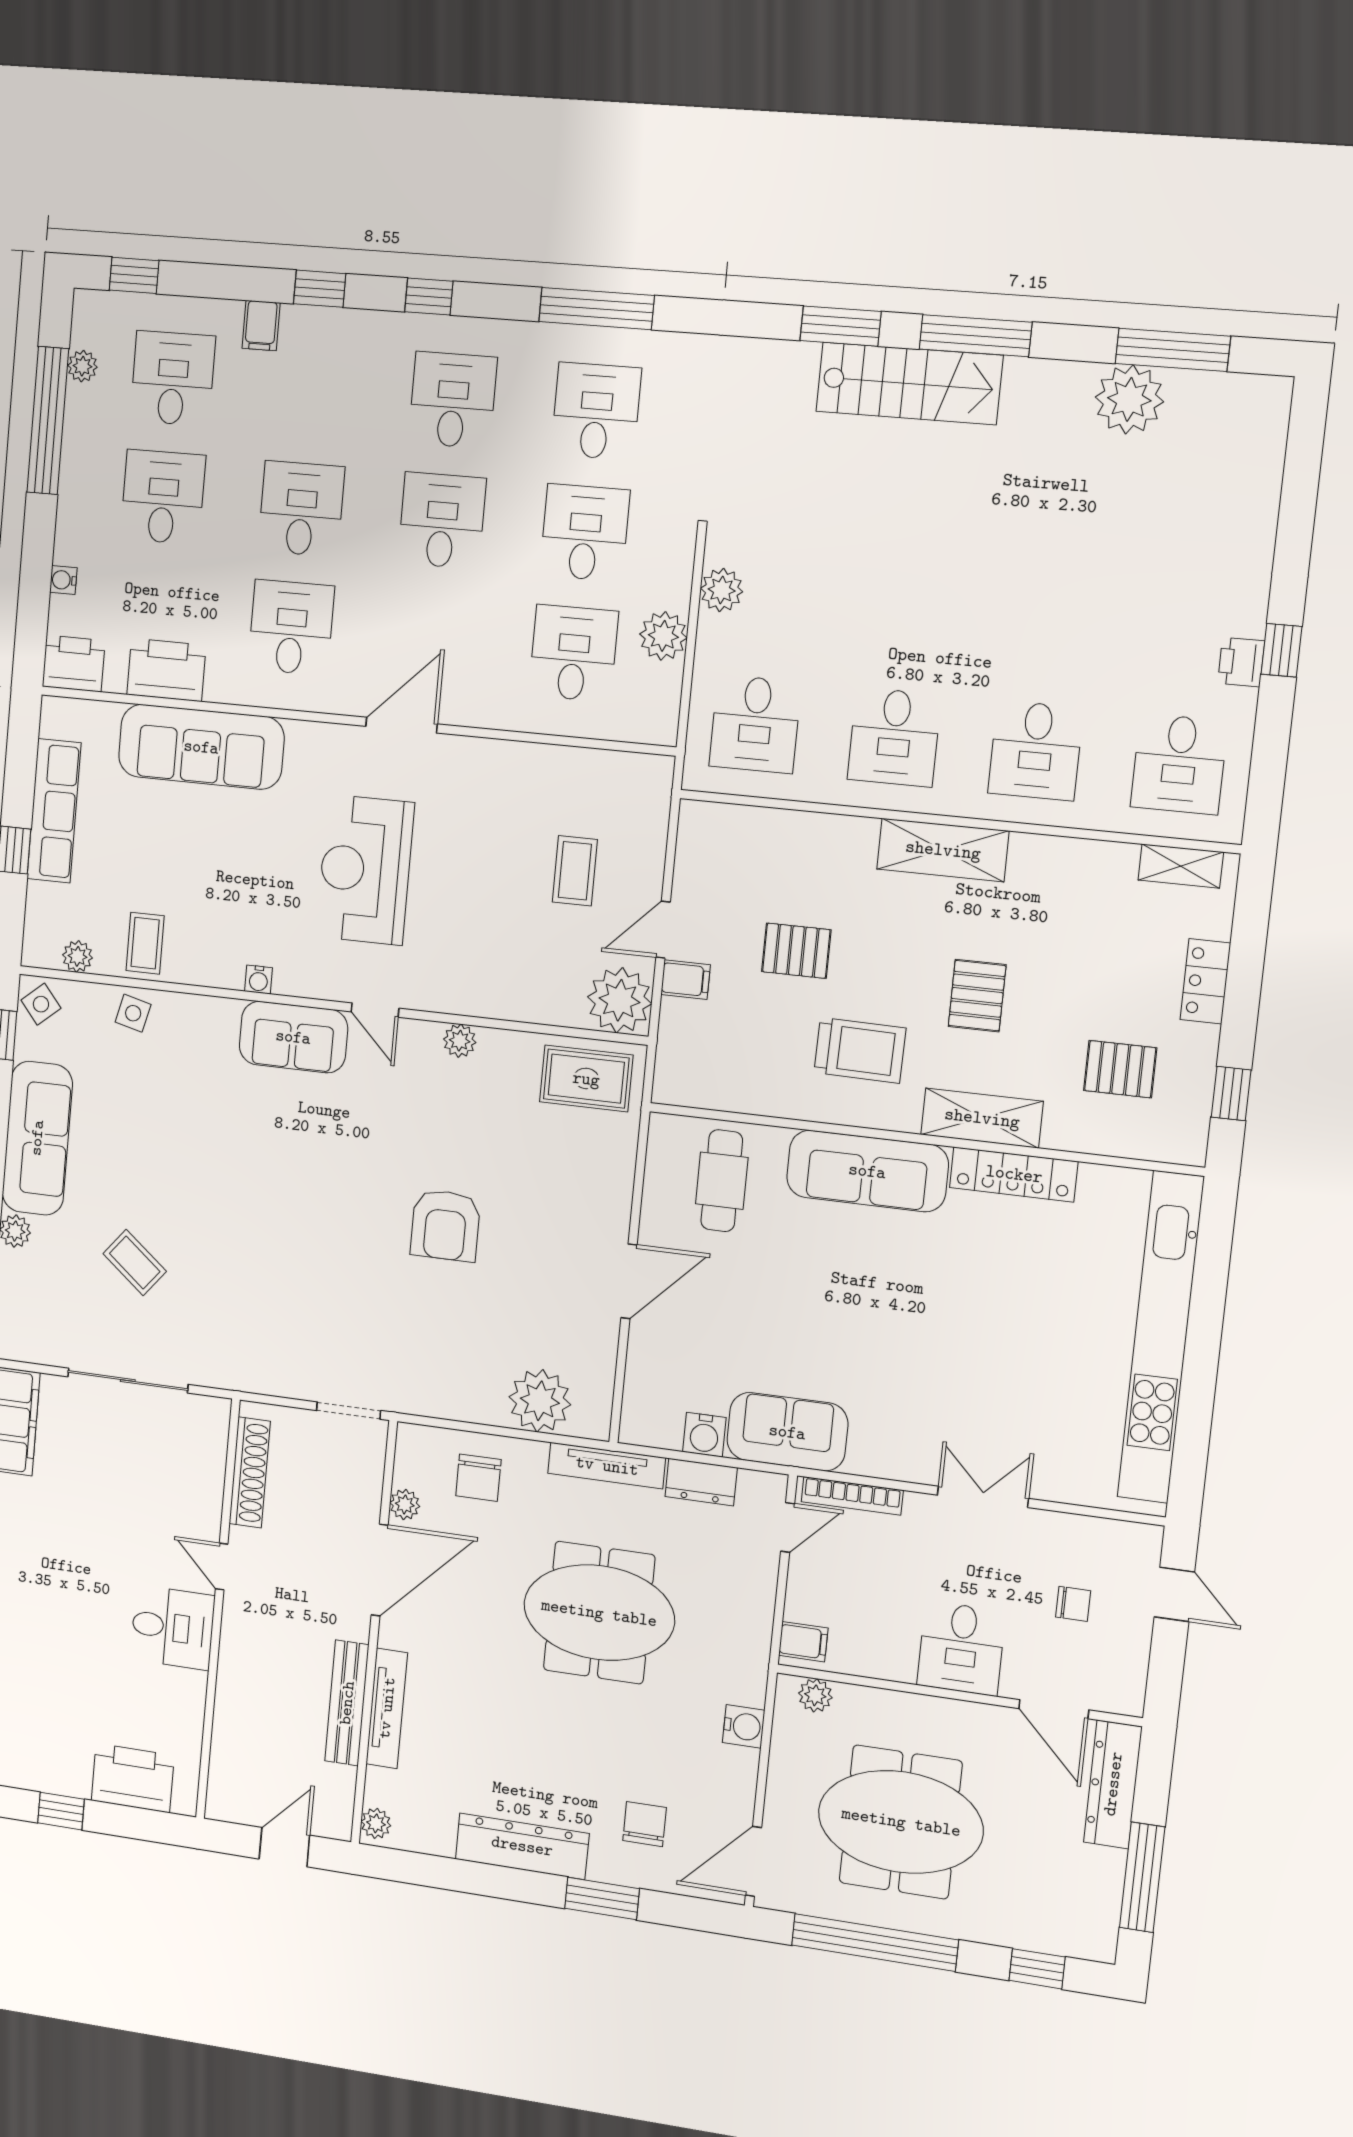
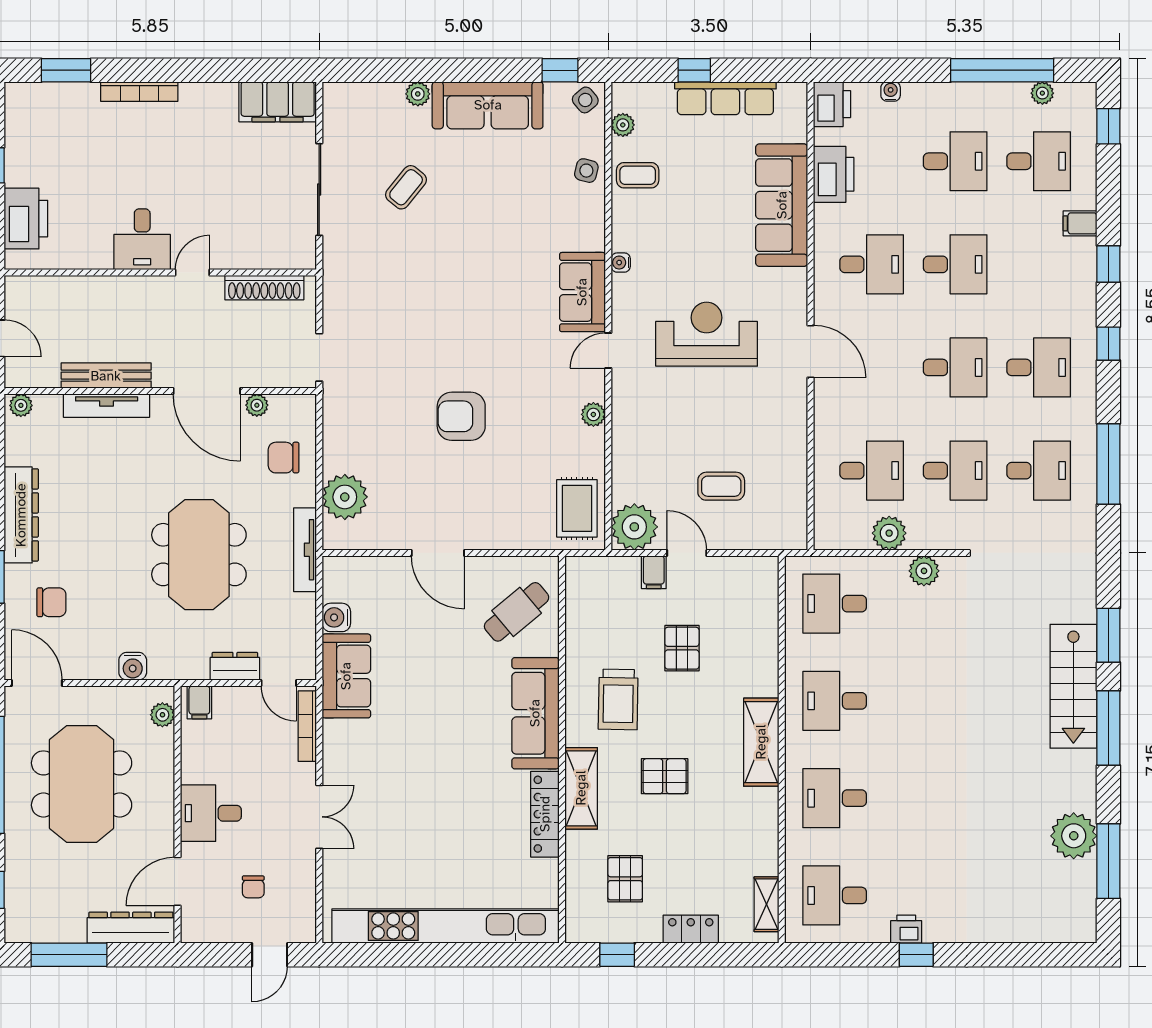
cafe table: (722, 1181) -> (517, 612), turned -40
dresser: (701, 1482) -> (235, 666), moved, turned 90

